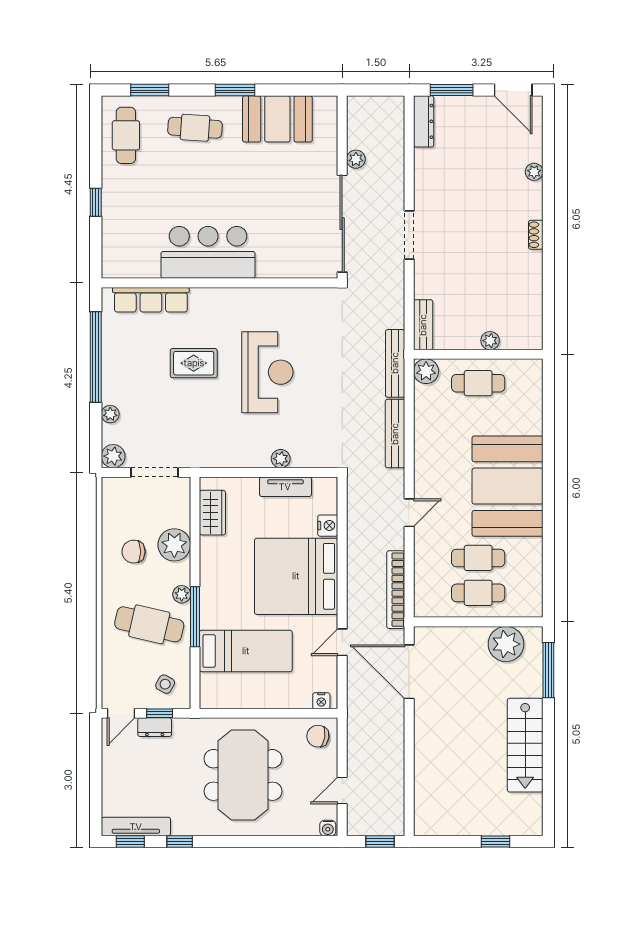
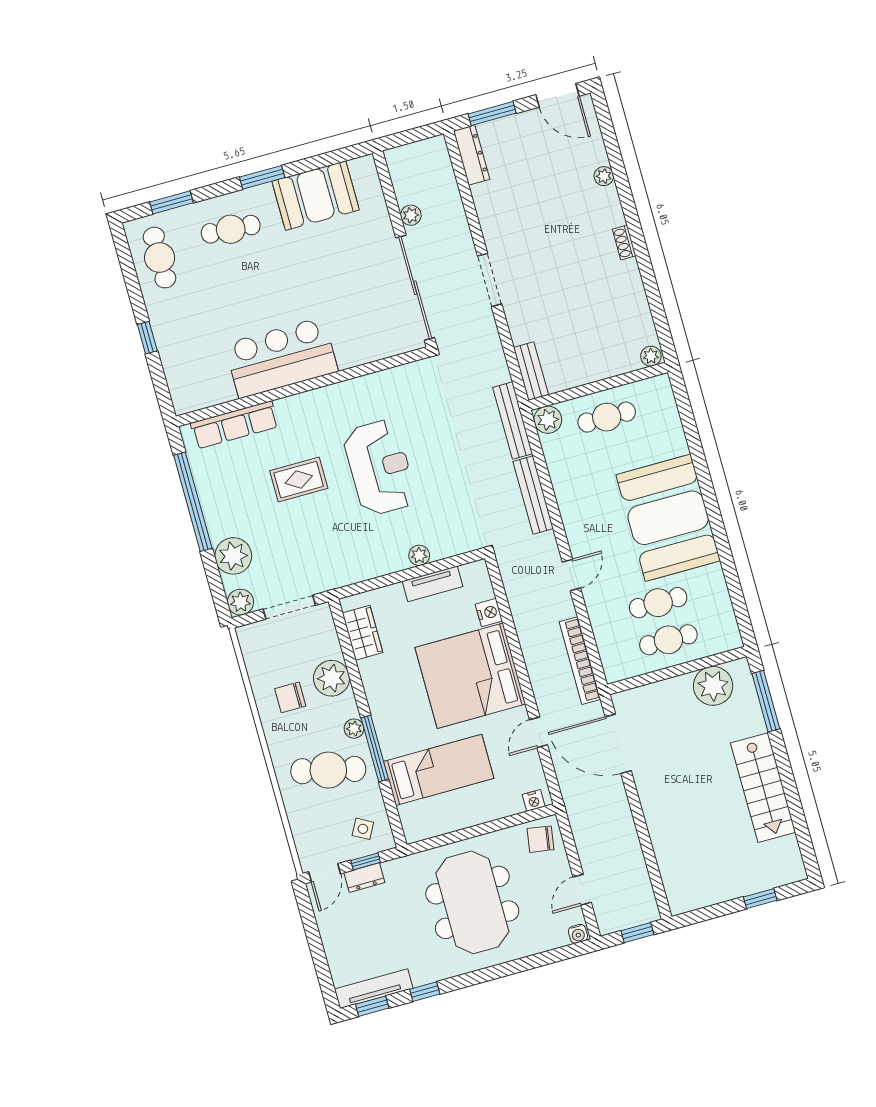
plant: (490, 341) -> (651, 356), moved
plant: (110, 414) -> (233, 556), width x1.87, depth x1.87

